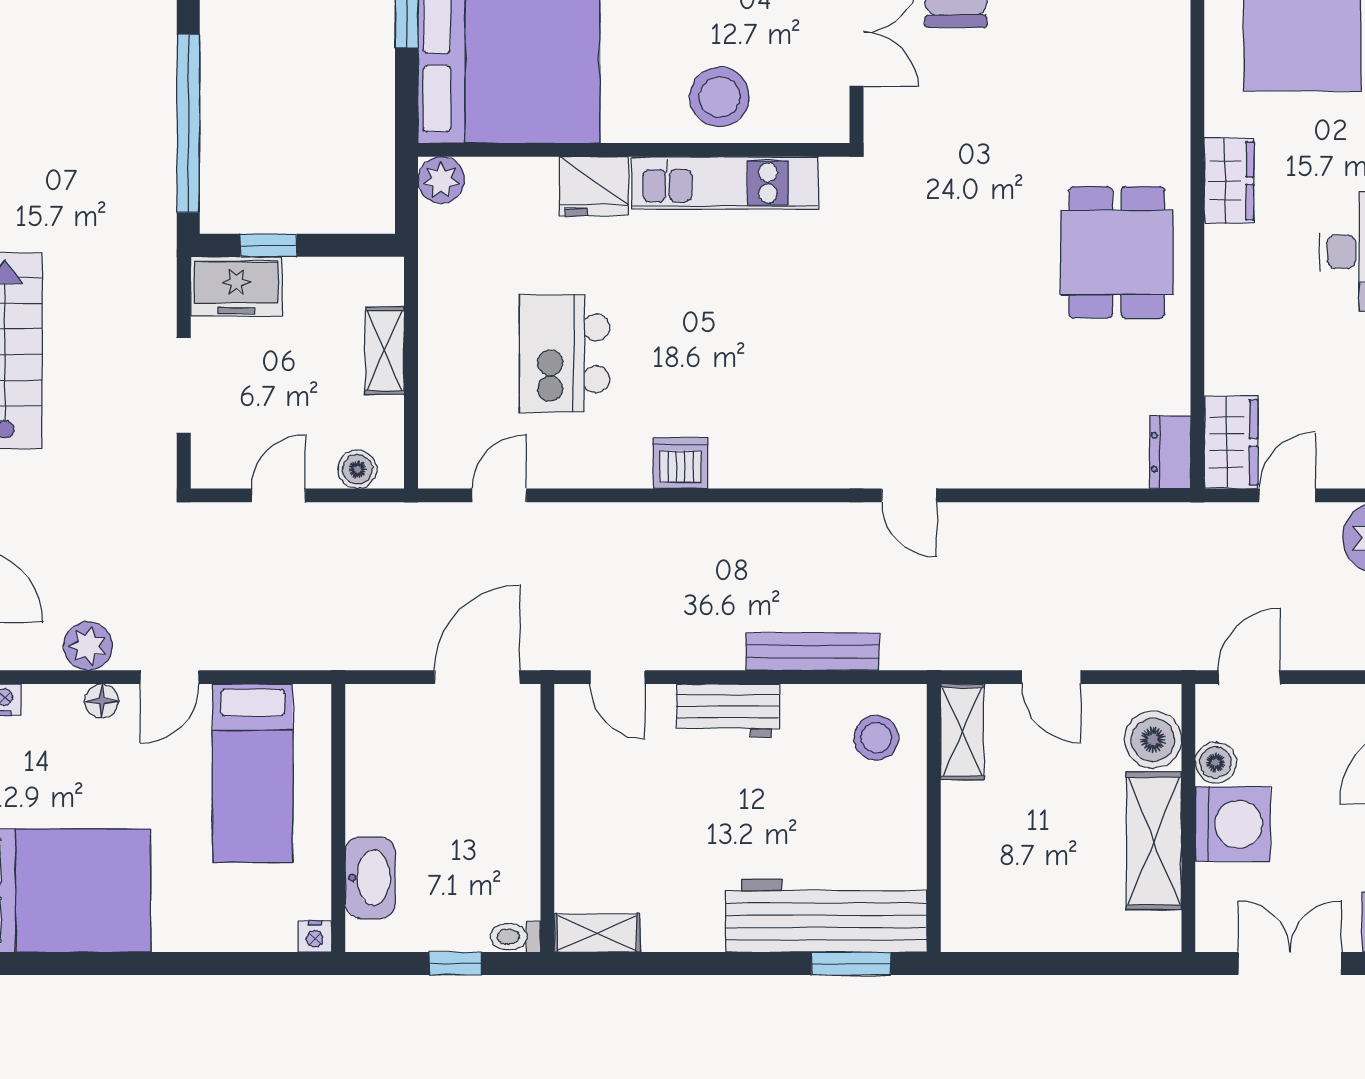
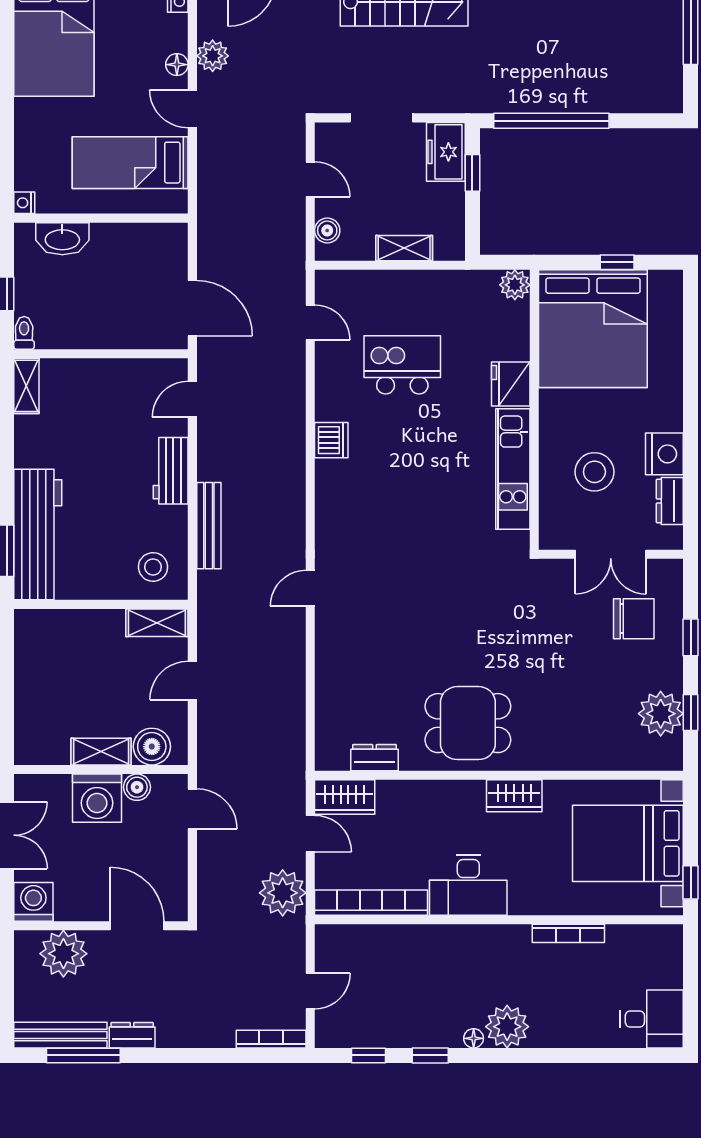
stool: (719, 97) -> (594, 472), moved
dresser: (1170, 452) -> (374, 758), moved
shelving: (1154, 841) -> (101, 752), width x0.67, depth x0.75

